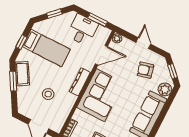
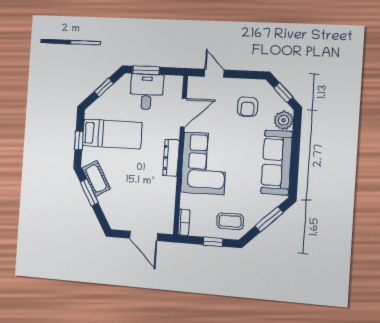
window: (98, 20) -> (146, 70), moved
plant: (117, 38) -> (194, 83), removed
door: (143, 43) -> (214, 73), moved
armchair: (145, 70) -> (248, 107), turned -76
stool: (48, 94) -> (138, 190), removed

